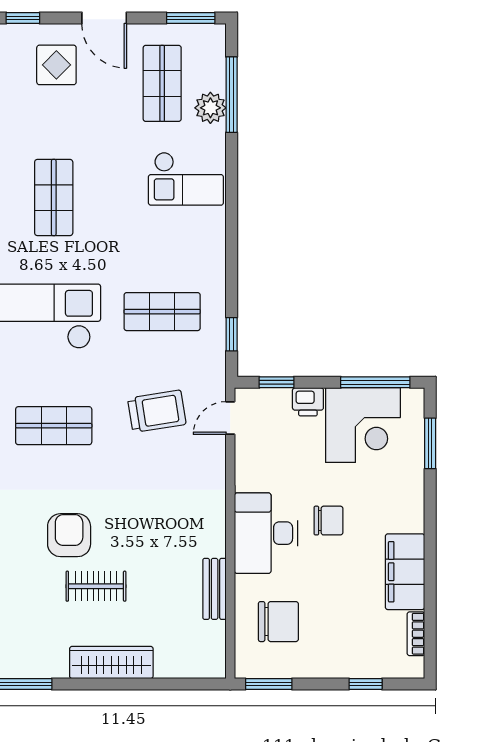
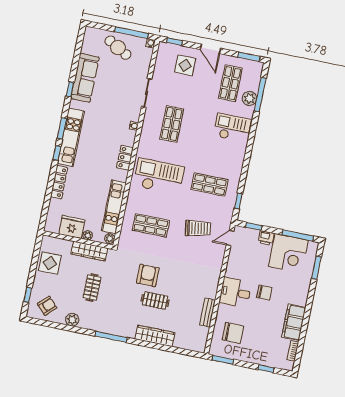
checkout: (186, 179) -> (232, 128), turned 180
desk: (266, 533) -> (235, 292), width x0.73

